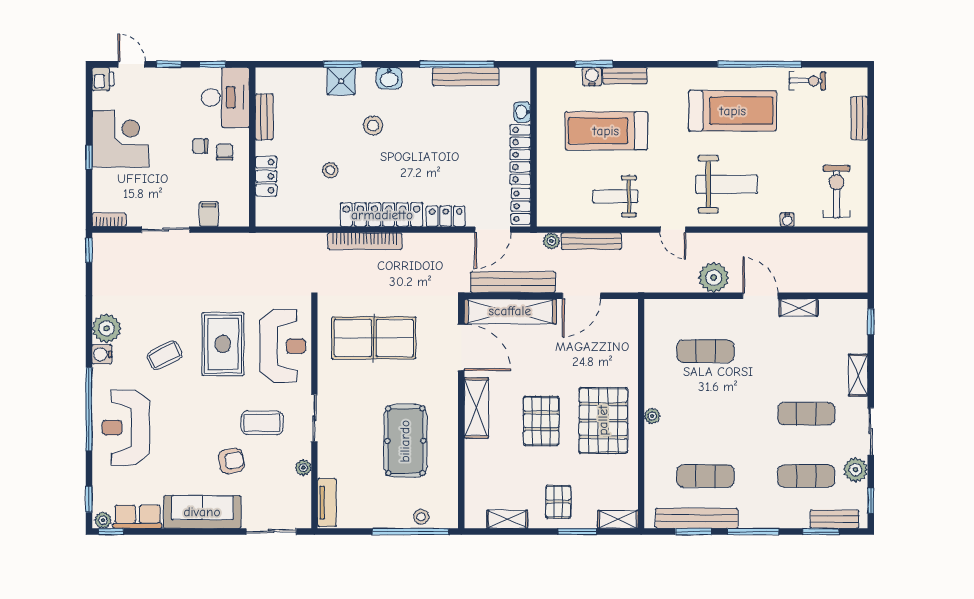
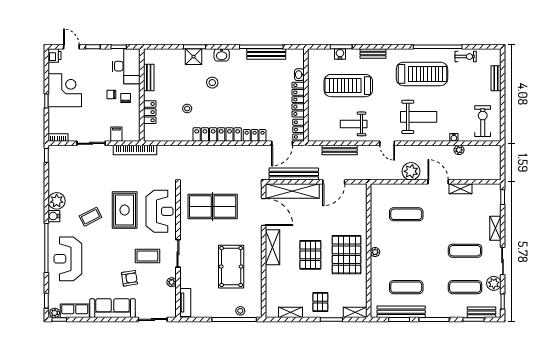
bench: (625, 76) -> (373, 53), moved
bookcase: (365, 241) -> (135, 150), moved
plant: (551, 241) -> (459, 150), moved

